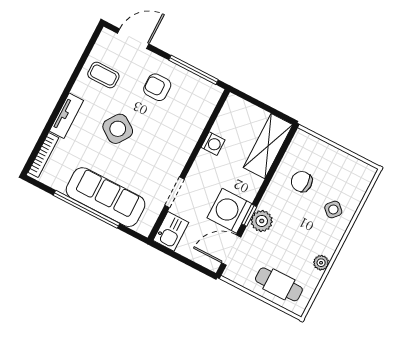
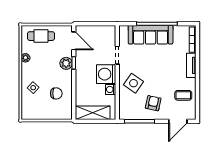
armchair: (157, 87) -> (153, 103), turned -78
side table: (118, 129) -> (133, 83), moved
shelving: (268, 146) -> (93, 113), moved, turned 90
washing machine: (229, 211) -> (106, 74), moved, turned 180
kitchen sink: (171, 231) -> (109, 34), removed
door: (231, 250) -> (74, 41), hinge flipped

